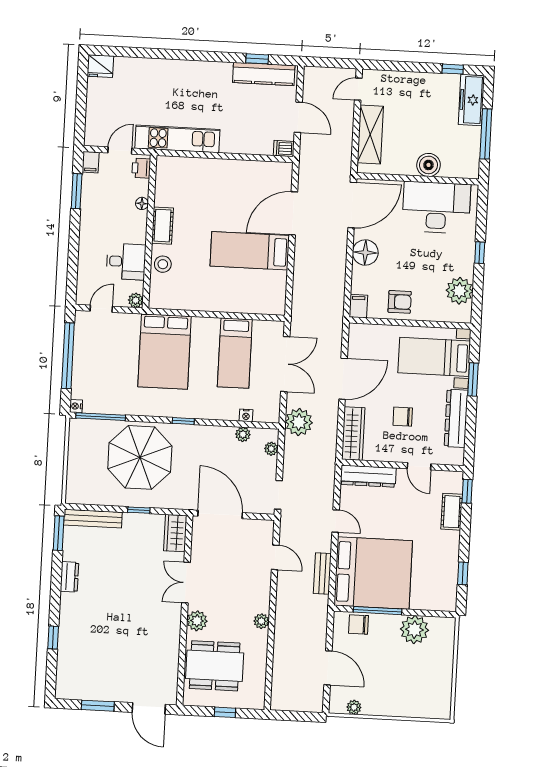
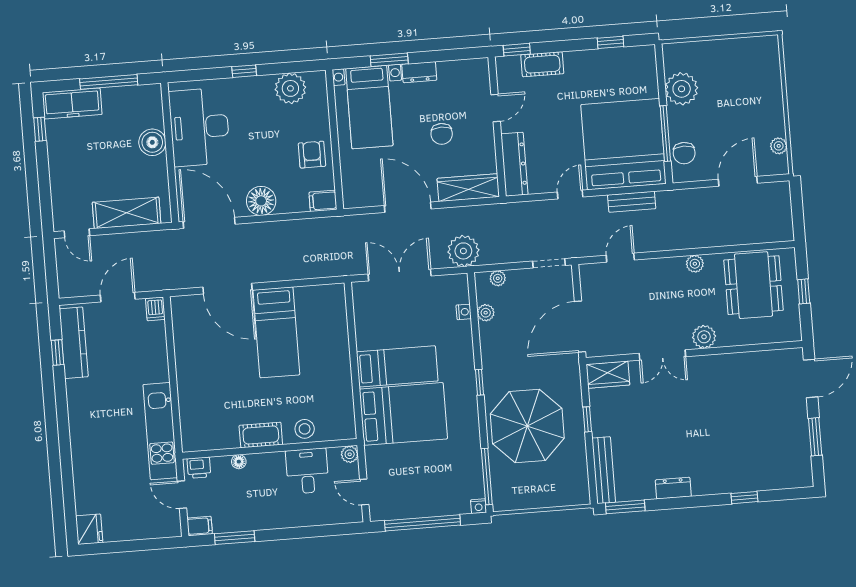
bed: (235, 353) -> (397, 366), moved
dresser: (456, 418) -> (419, 72), width x0.51, depth x0.80
dining table: (215, 666) -> (754, 285), moved

